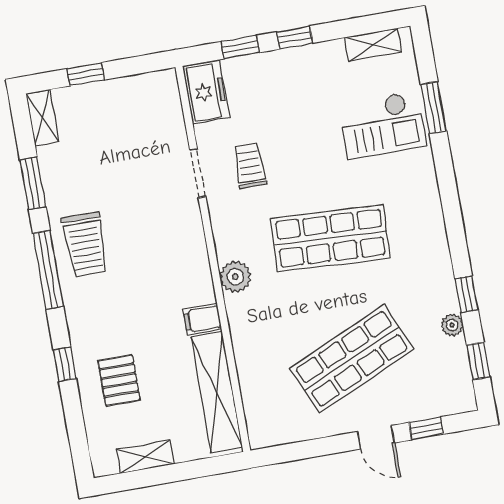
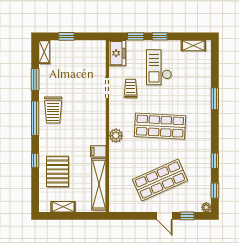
window: (434, 108) -> (215, 99), moved
checkout: (382, 125) -> (159, 67), moved, turned 90
plant: (452, 325) -> (206, 207), moved
pallet: (119, 380) -> (57, 172), width x1.50, depth x1.42

